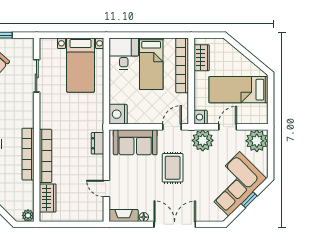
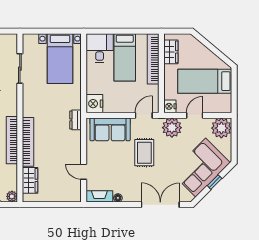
dresser: (97, 143) -> (75, 120), moved
double door: (175, 224) -> (160, 205), moved

